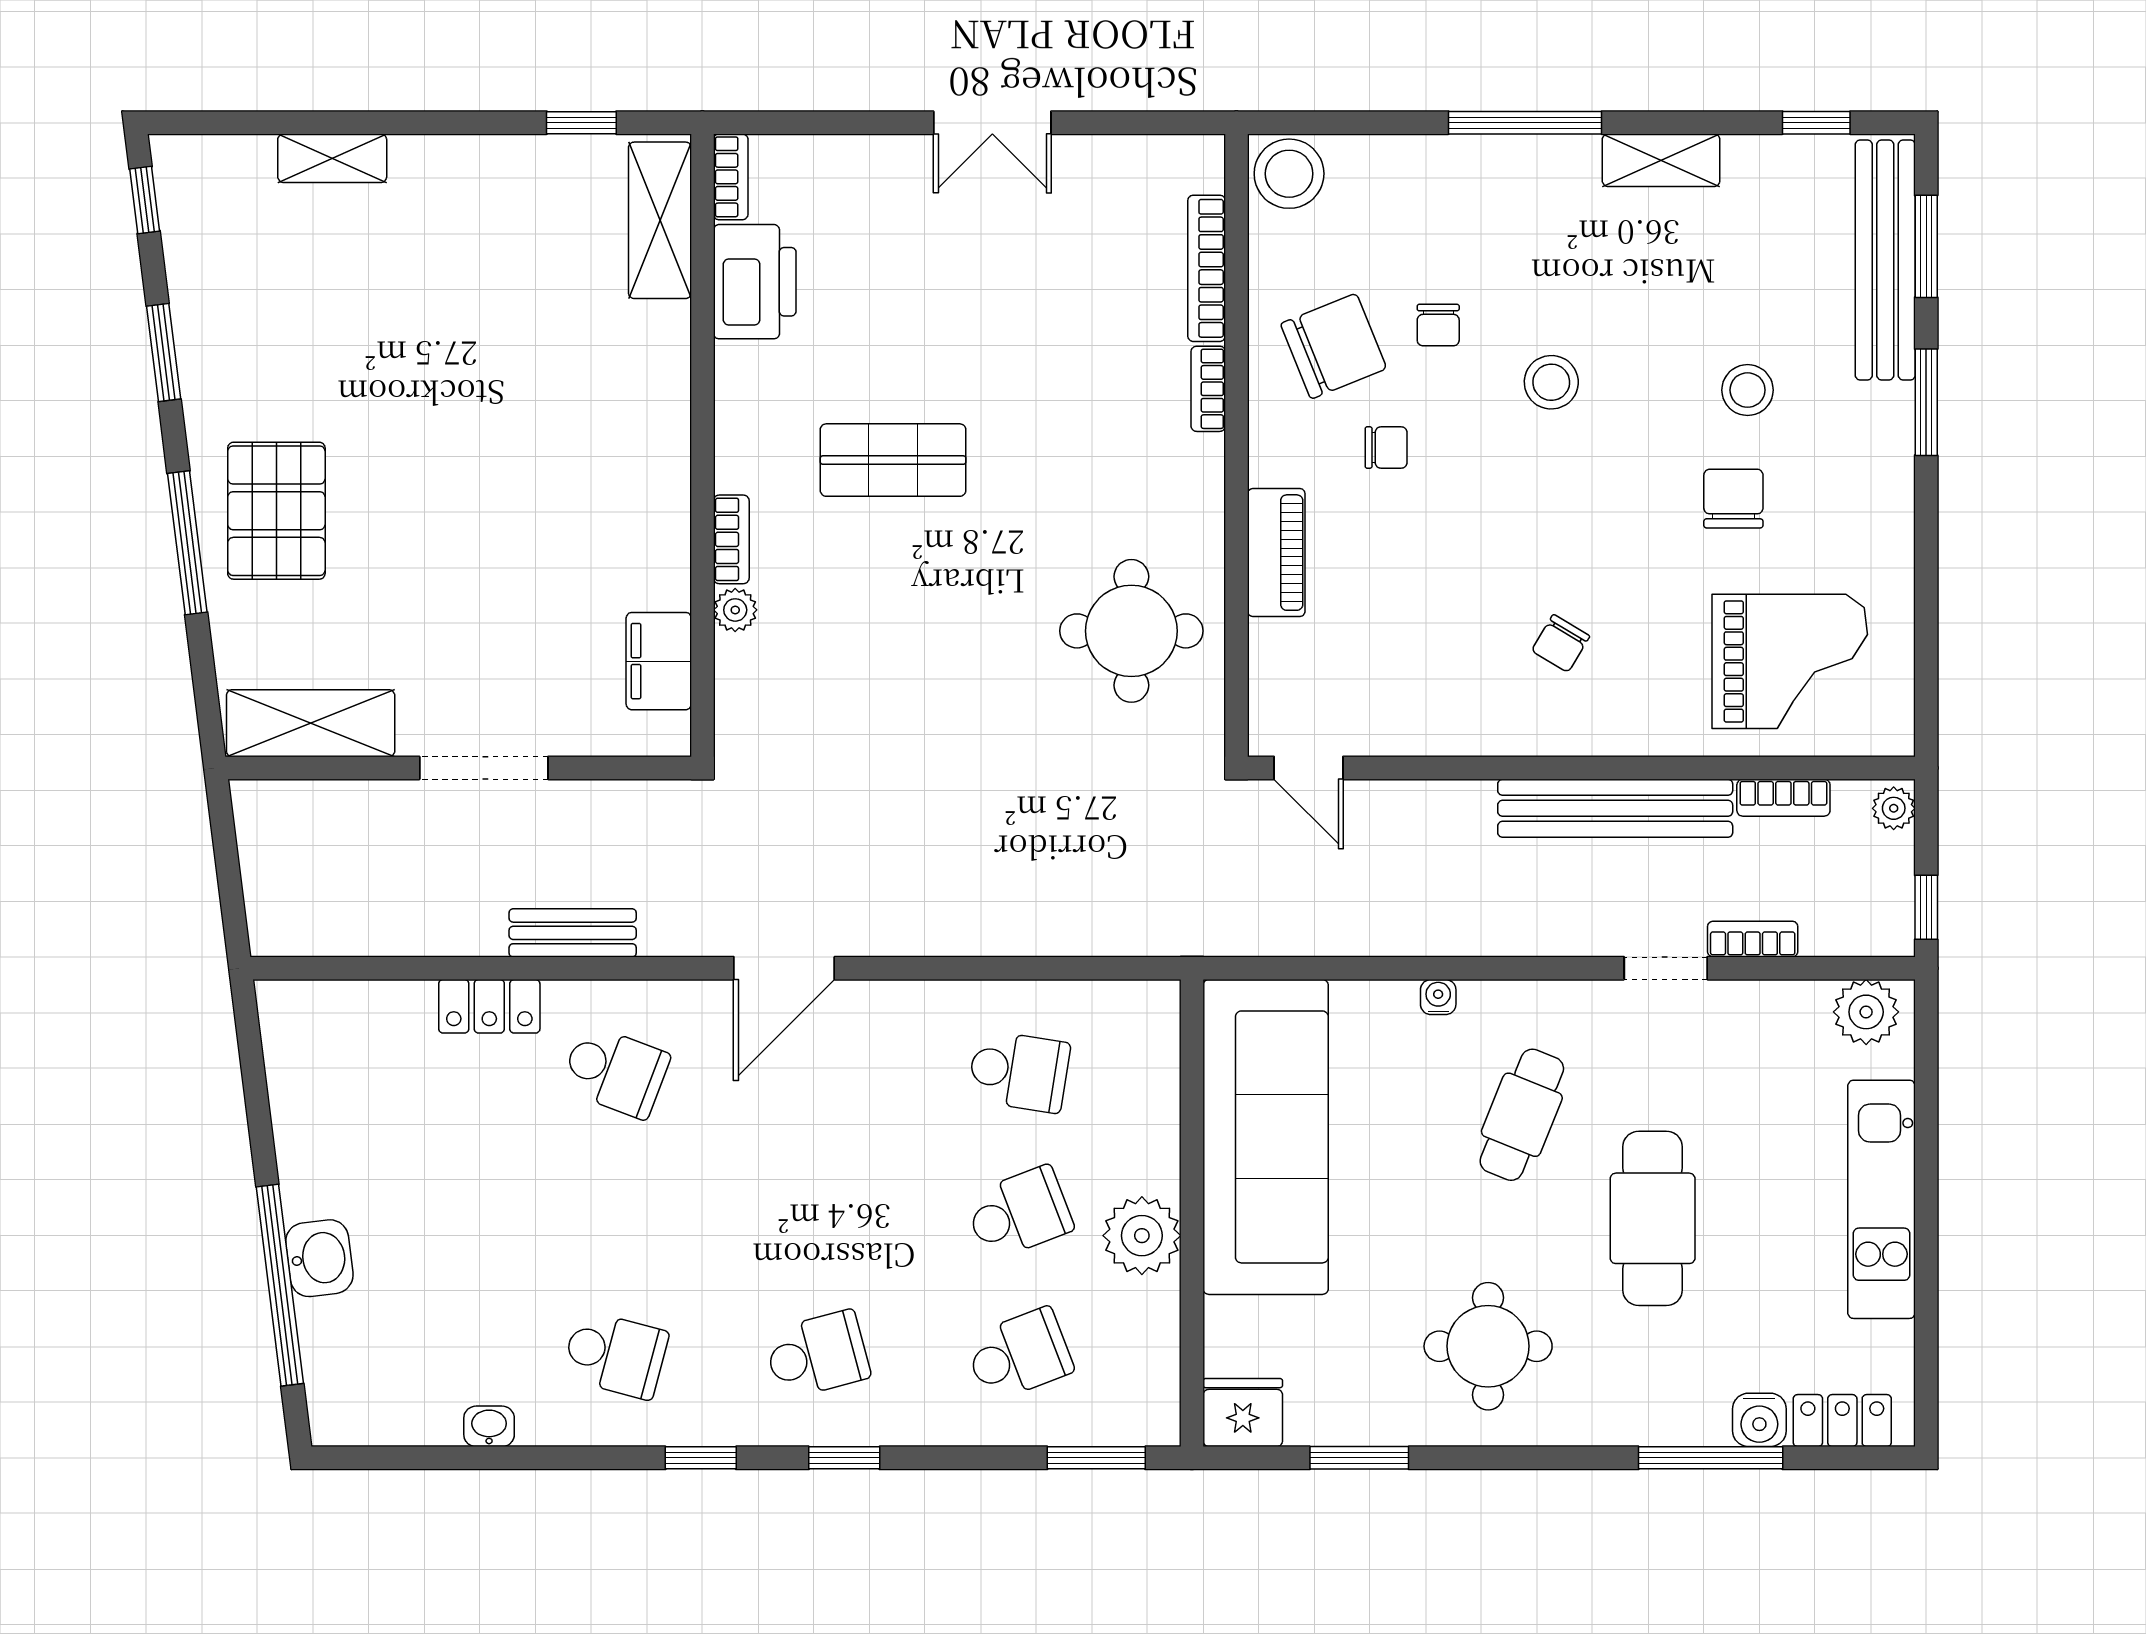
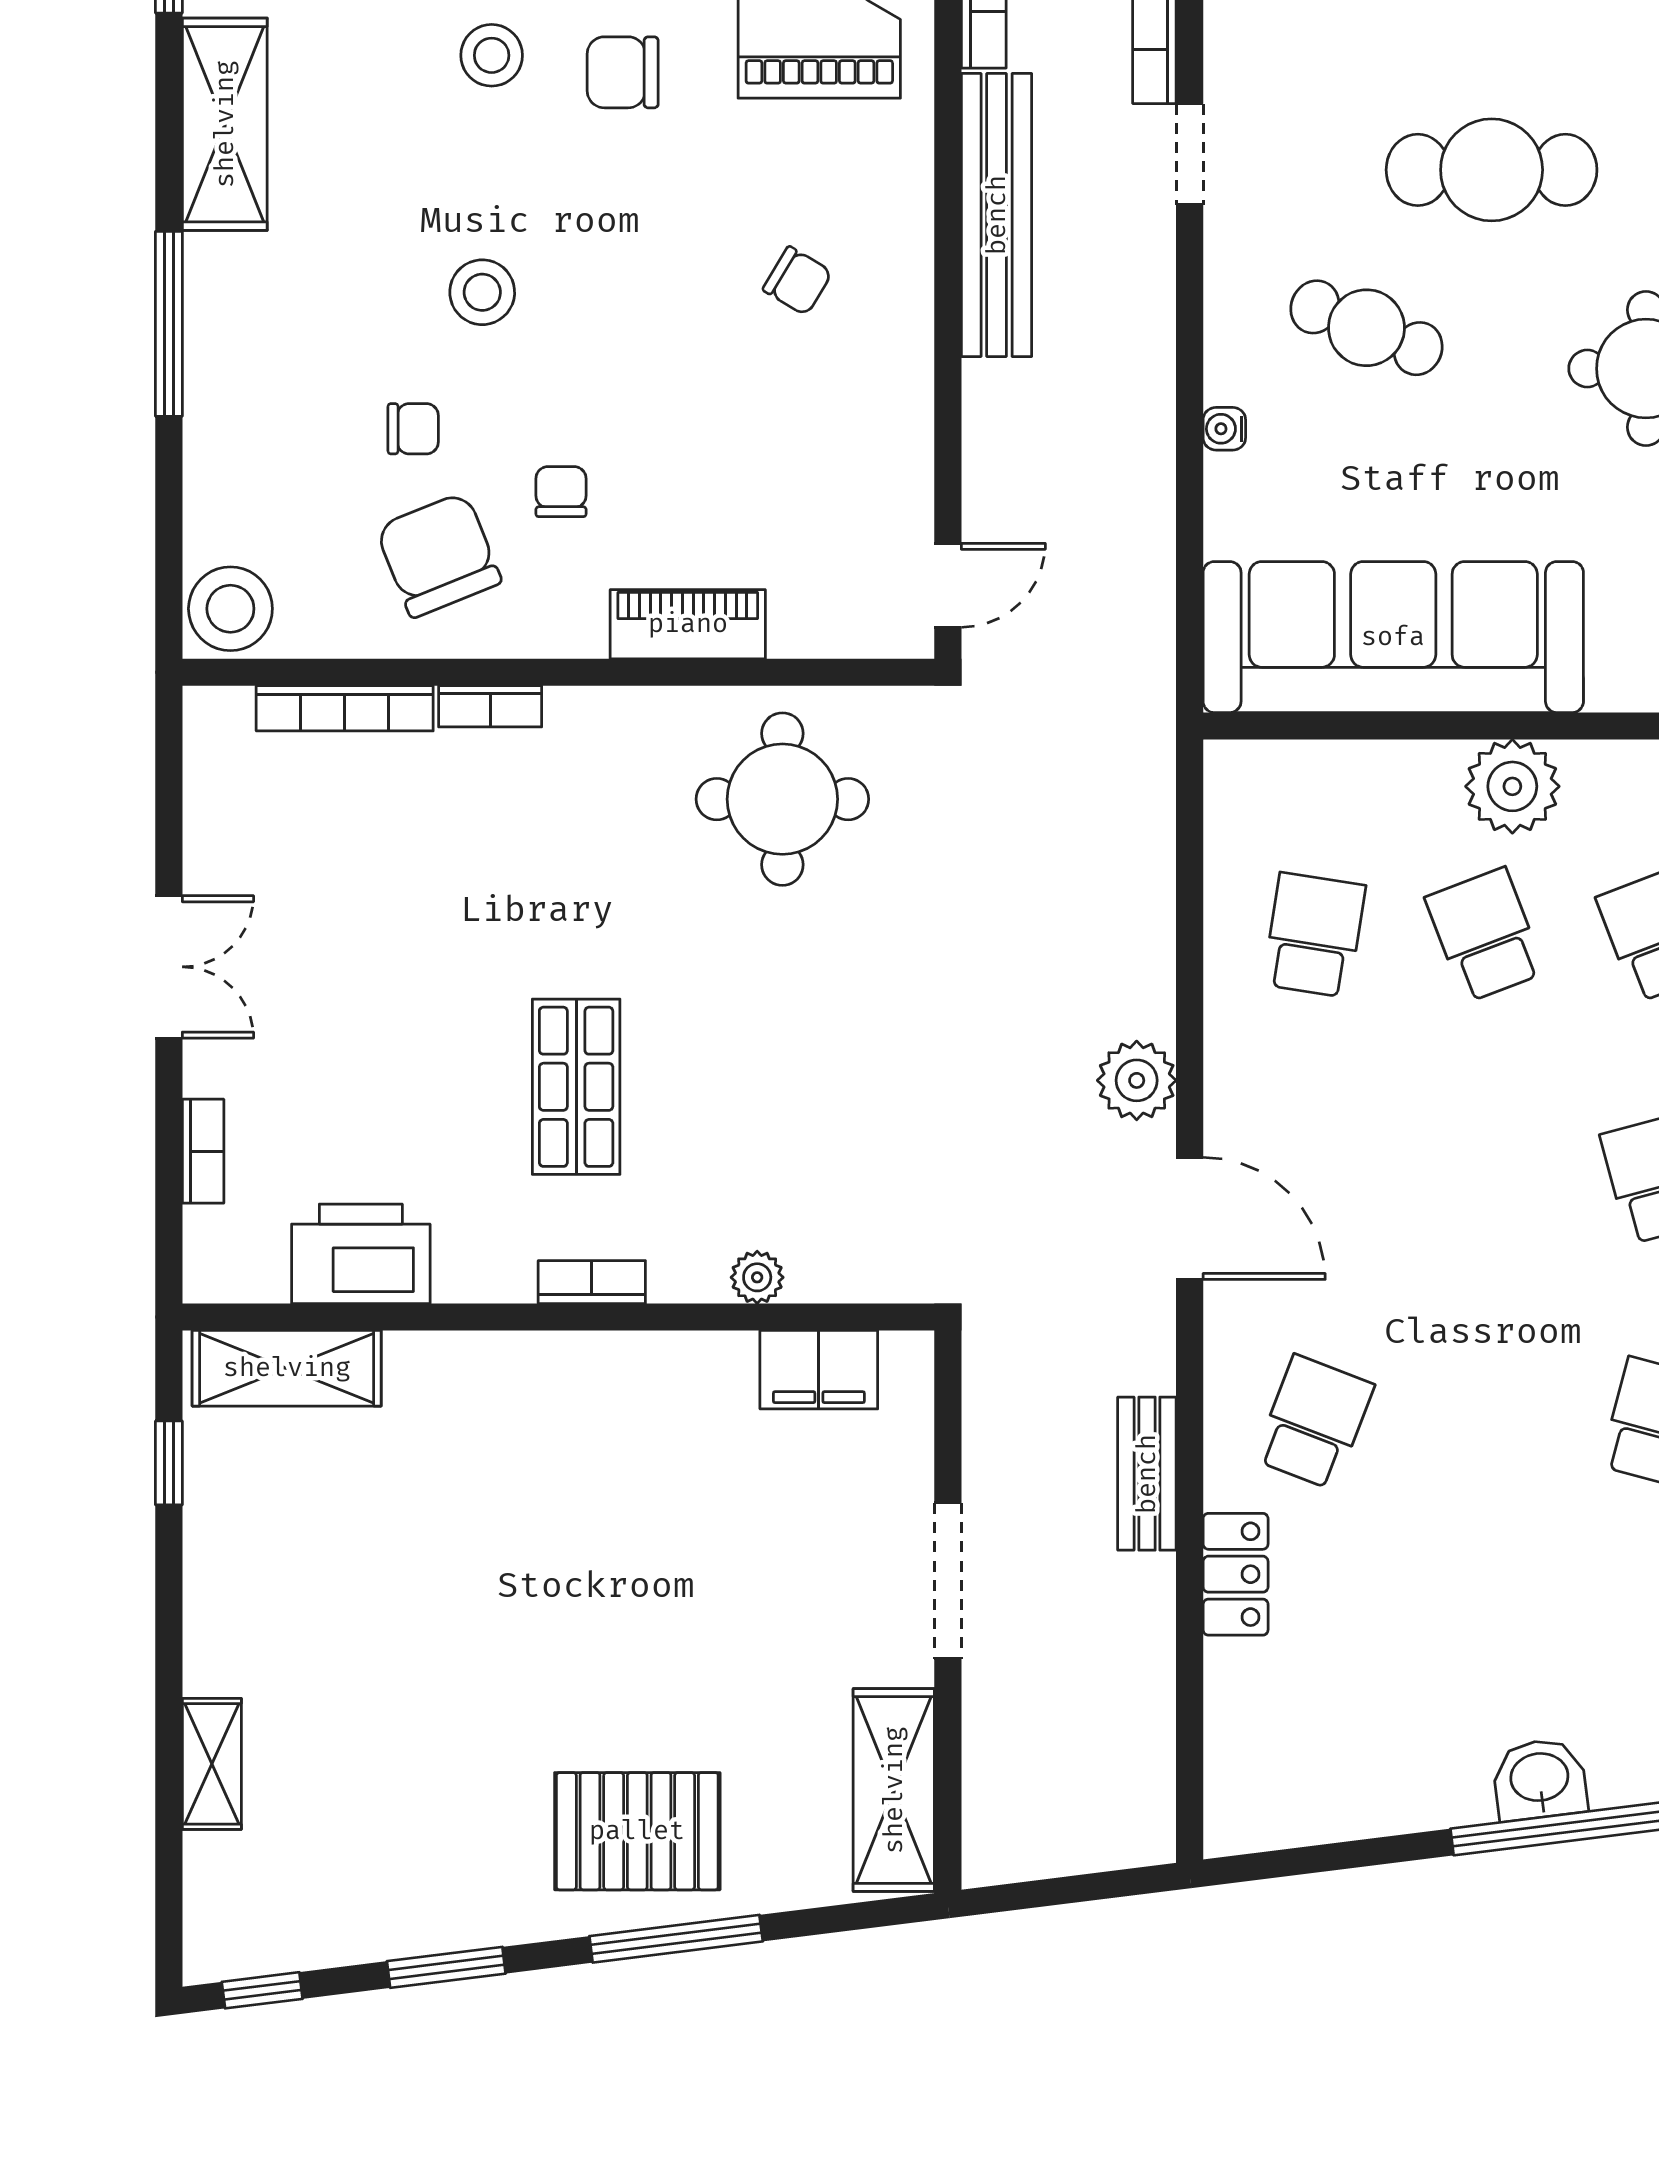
shelving: (1661, 160) -> (225, 124), width x1.50, depth x1.33
bookcase: (731, 177) -> (203, 1151), moved, turned 90
bookcase: (731, 539) -> (592, 1282), moved
plant: (898, 924) -> (1137, 1080), added

